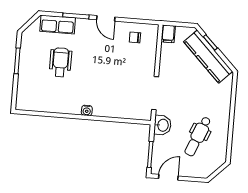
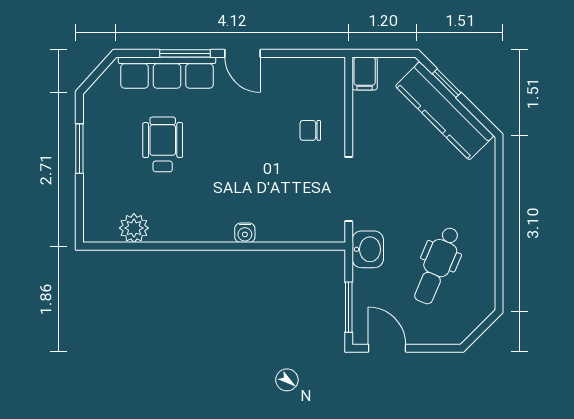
row of seats: (58, 24) -> (167, 73), width x1.48
chair: (135, 37) -> (310, 130), moved
plant: (42, 104) -> (134, 228), added
water cooler: (87, 110) -> (245, 233), moved
door: (168, 177) -> (387, 348), hinge flipped

